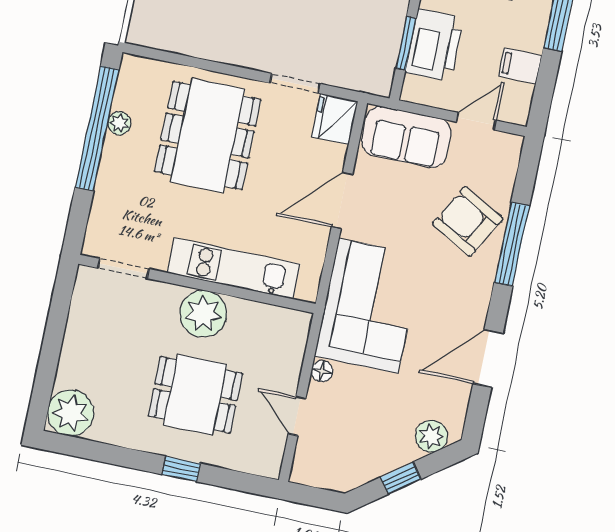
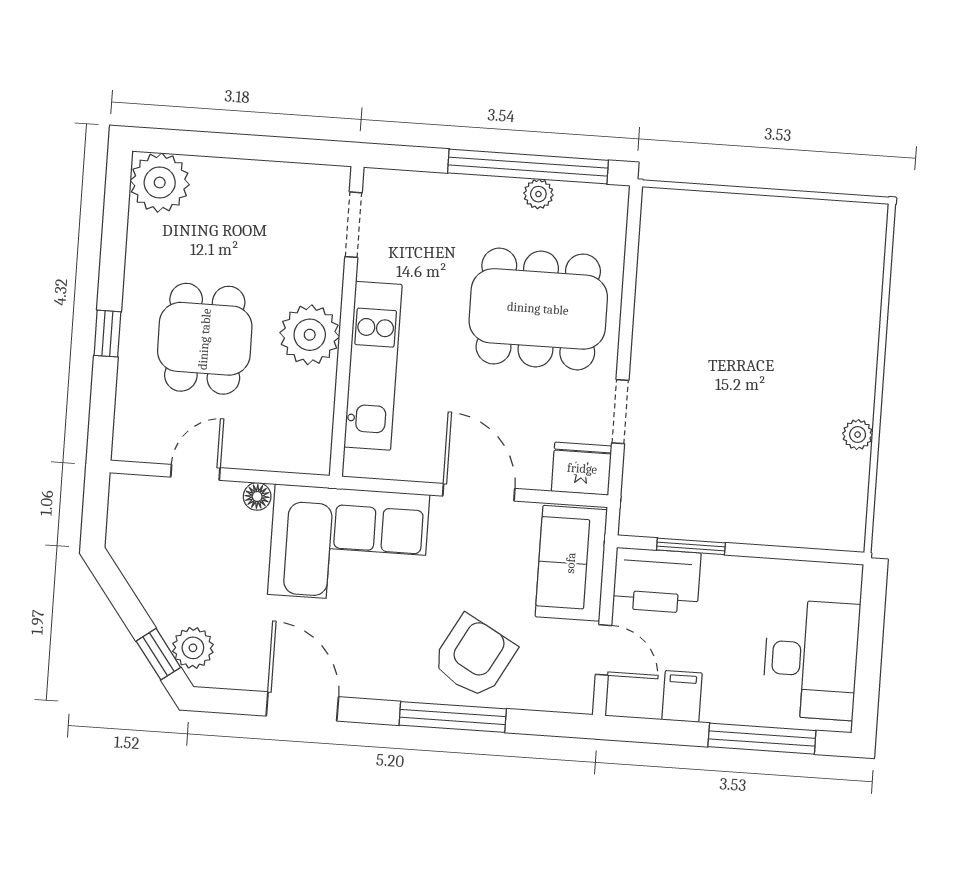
printer: (434, 45) -> (657, 581), moved
window: (401, 478) -> (158, 654), moved

